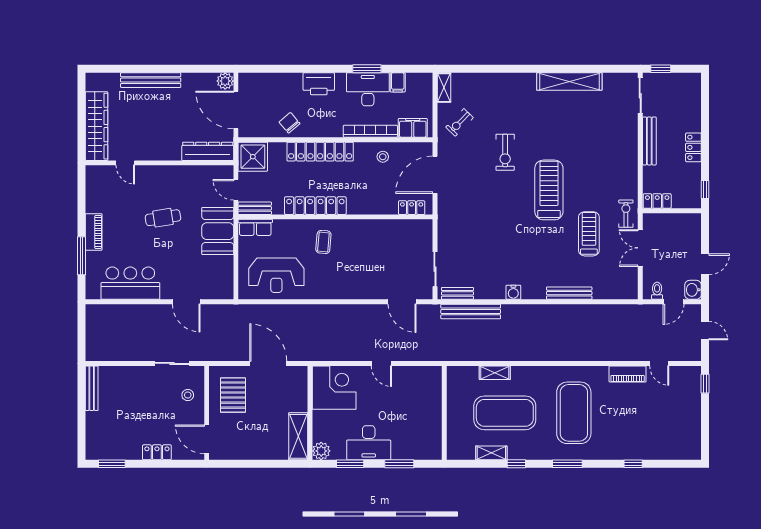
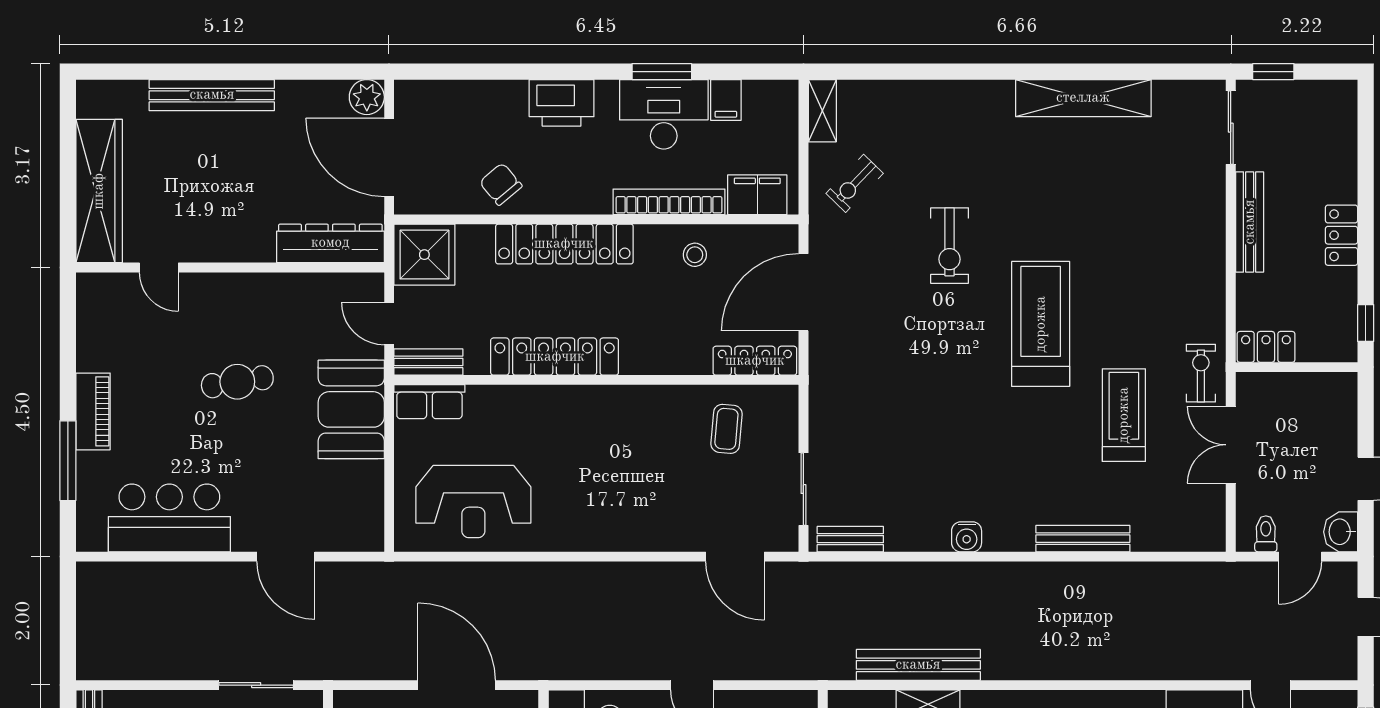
locker: (412, 208) -> (755, 361), width x1.53
coffee table: (323, 242) -> (726, 429), moved
bench: (471, 311) -> (918, 665), moved

